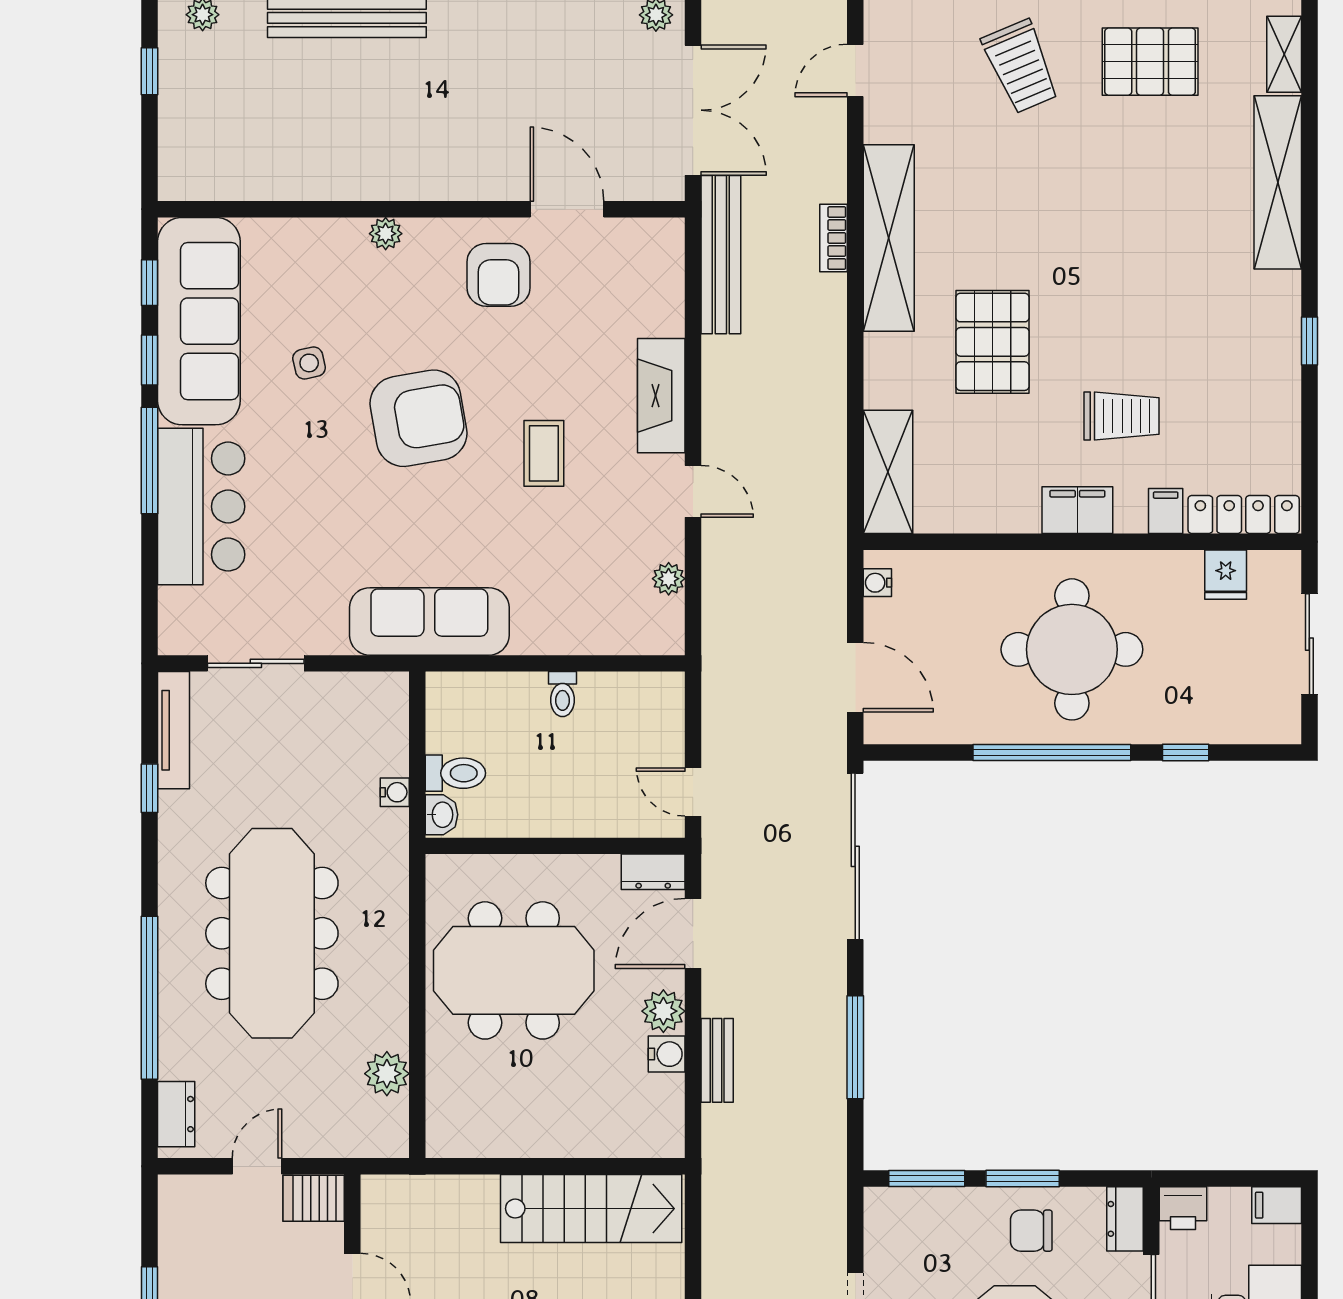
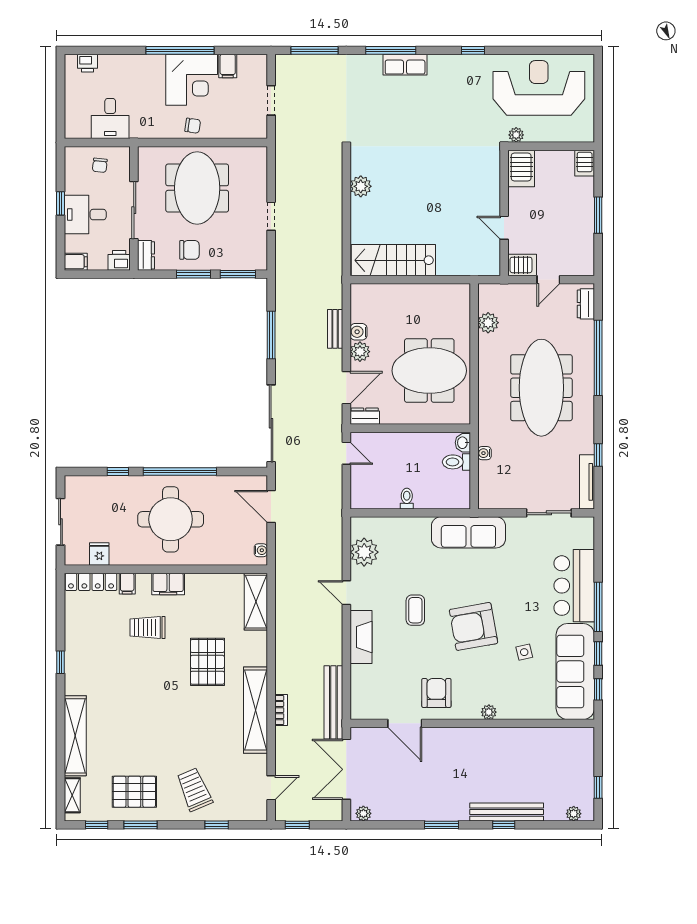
plant: (669, 579) -> (364, 552), width x1.88, depth x1.88

